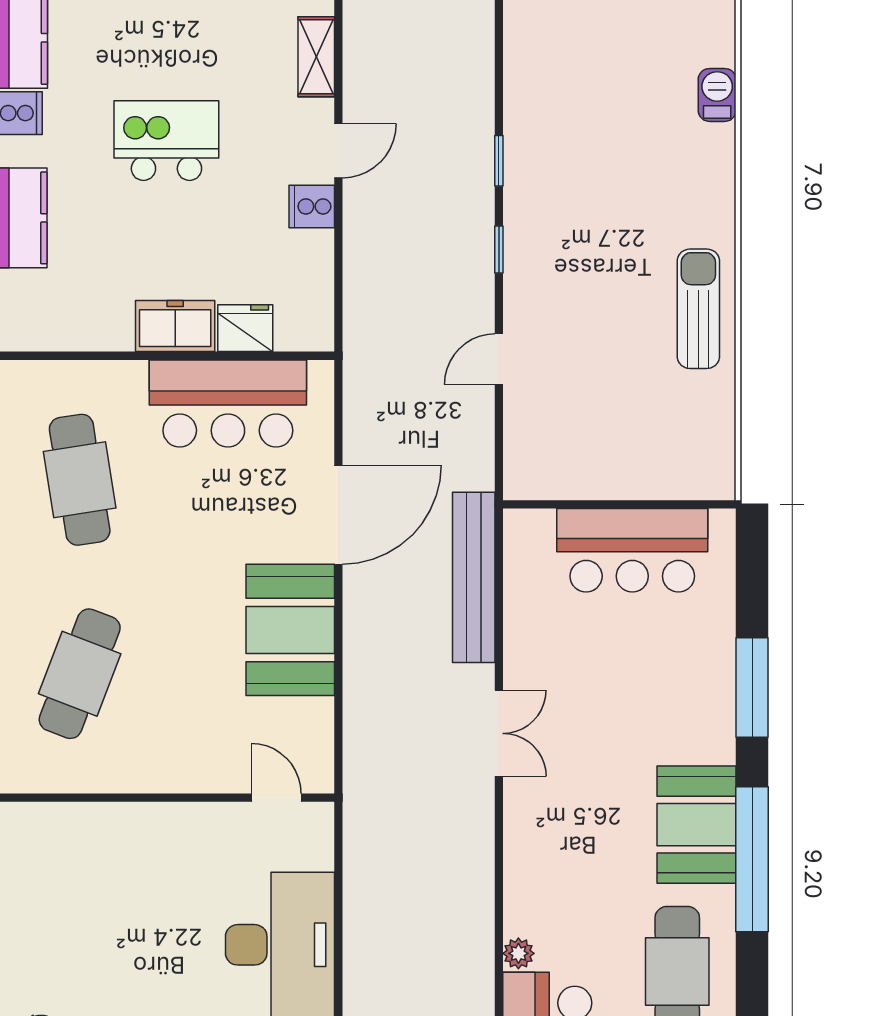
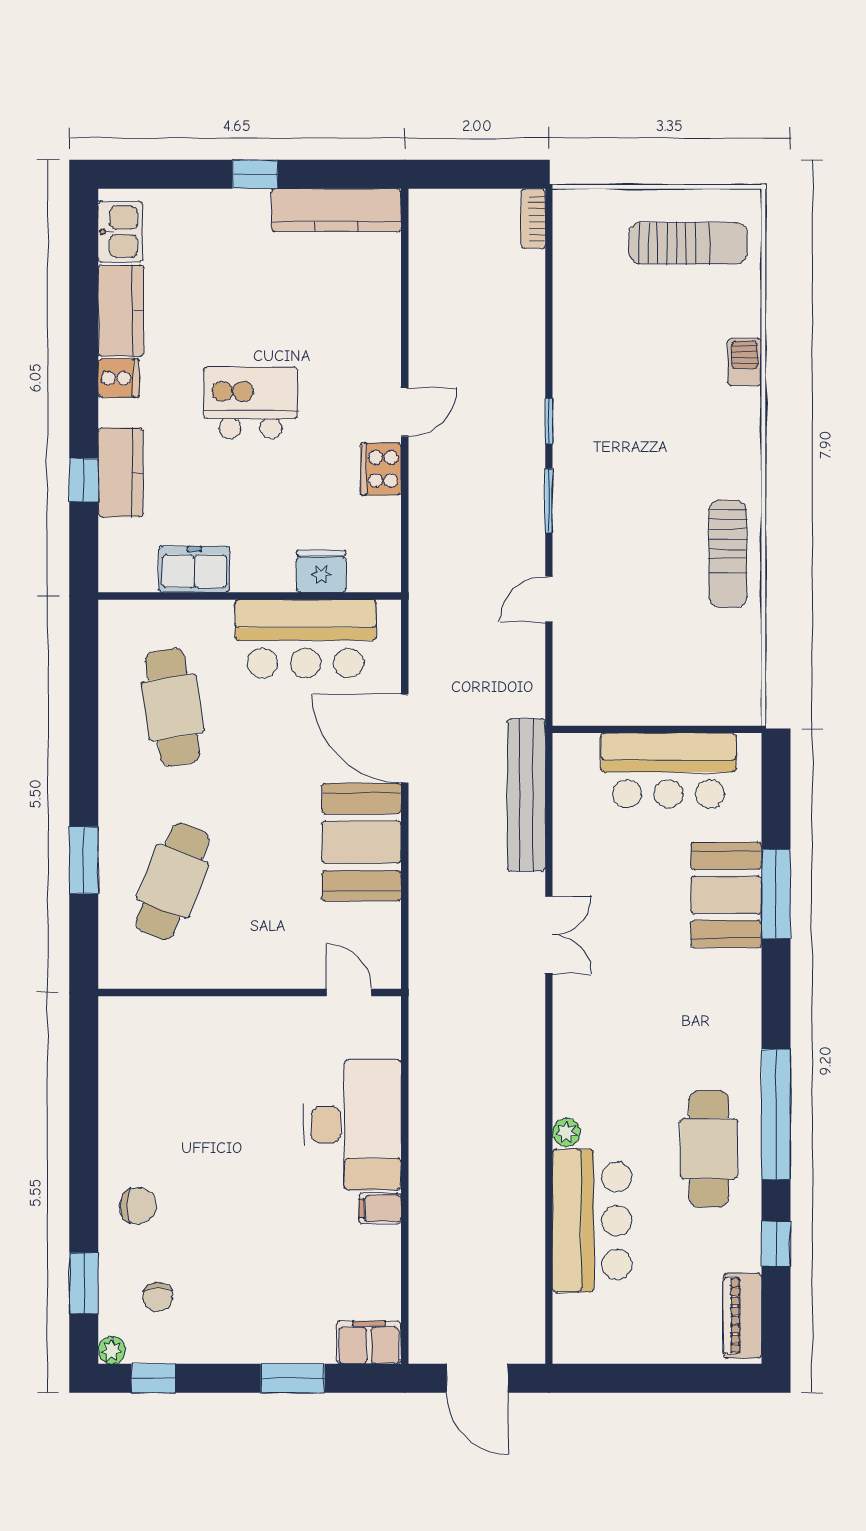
shelving: (316, 57) -> (385, 328), removed
cooker: (312, 206) -> (381, 469), width x1.36
window: (499, 250) -> (549, 501), width x1.50
sun lounger: (698, 309) -> (728, 554), turned 180
freezer: (175, 326) -> (194, 569), moved
door: (338, 515) -> (405, 738), swing flipped
booth: (697, 825) -> (726, 895), moved
window: (752, 859) -> (776, 1114), moved

